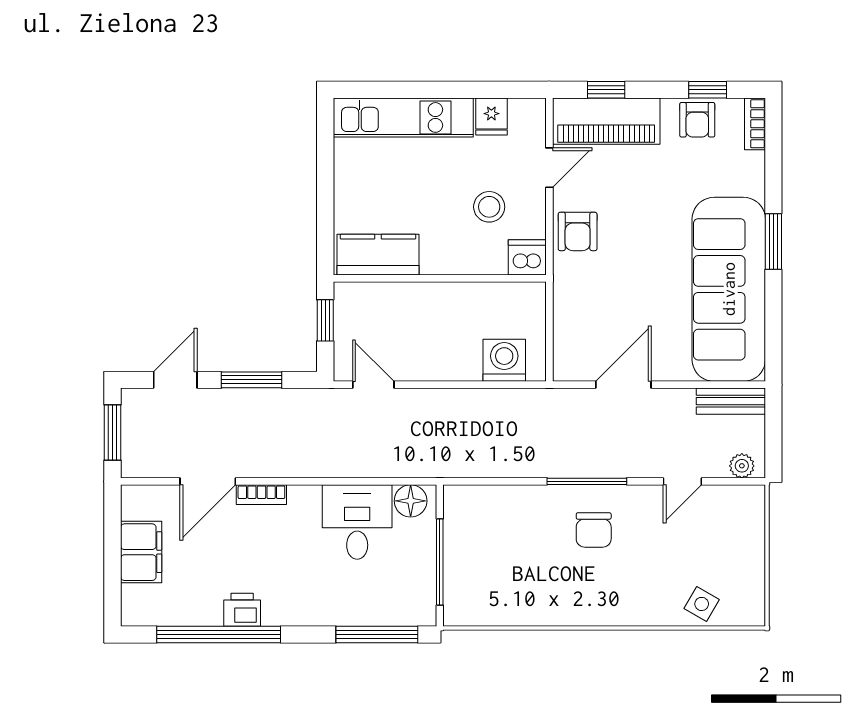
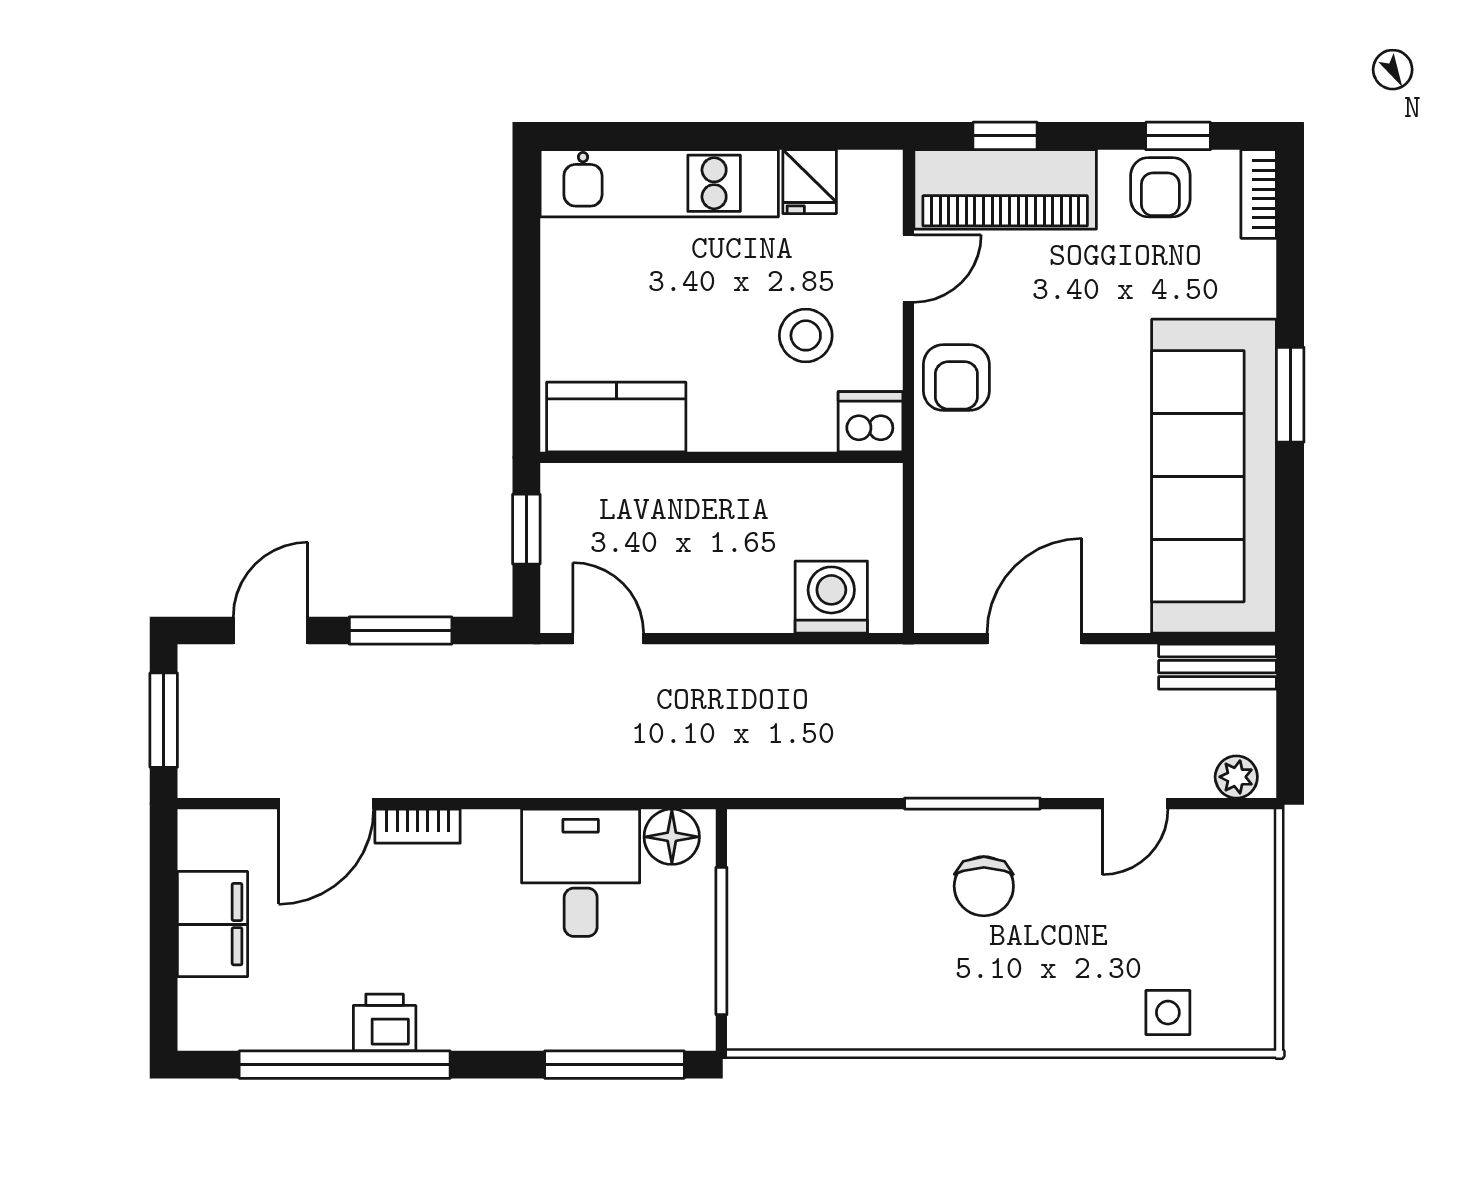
side table: (702, 604) -> (1168, 1013), turned -30

